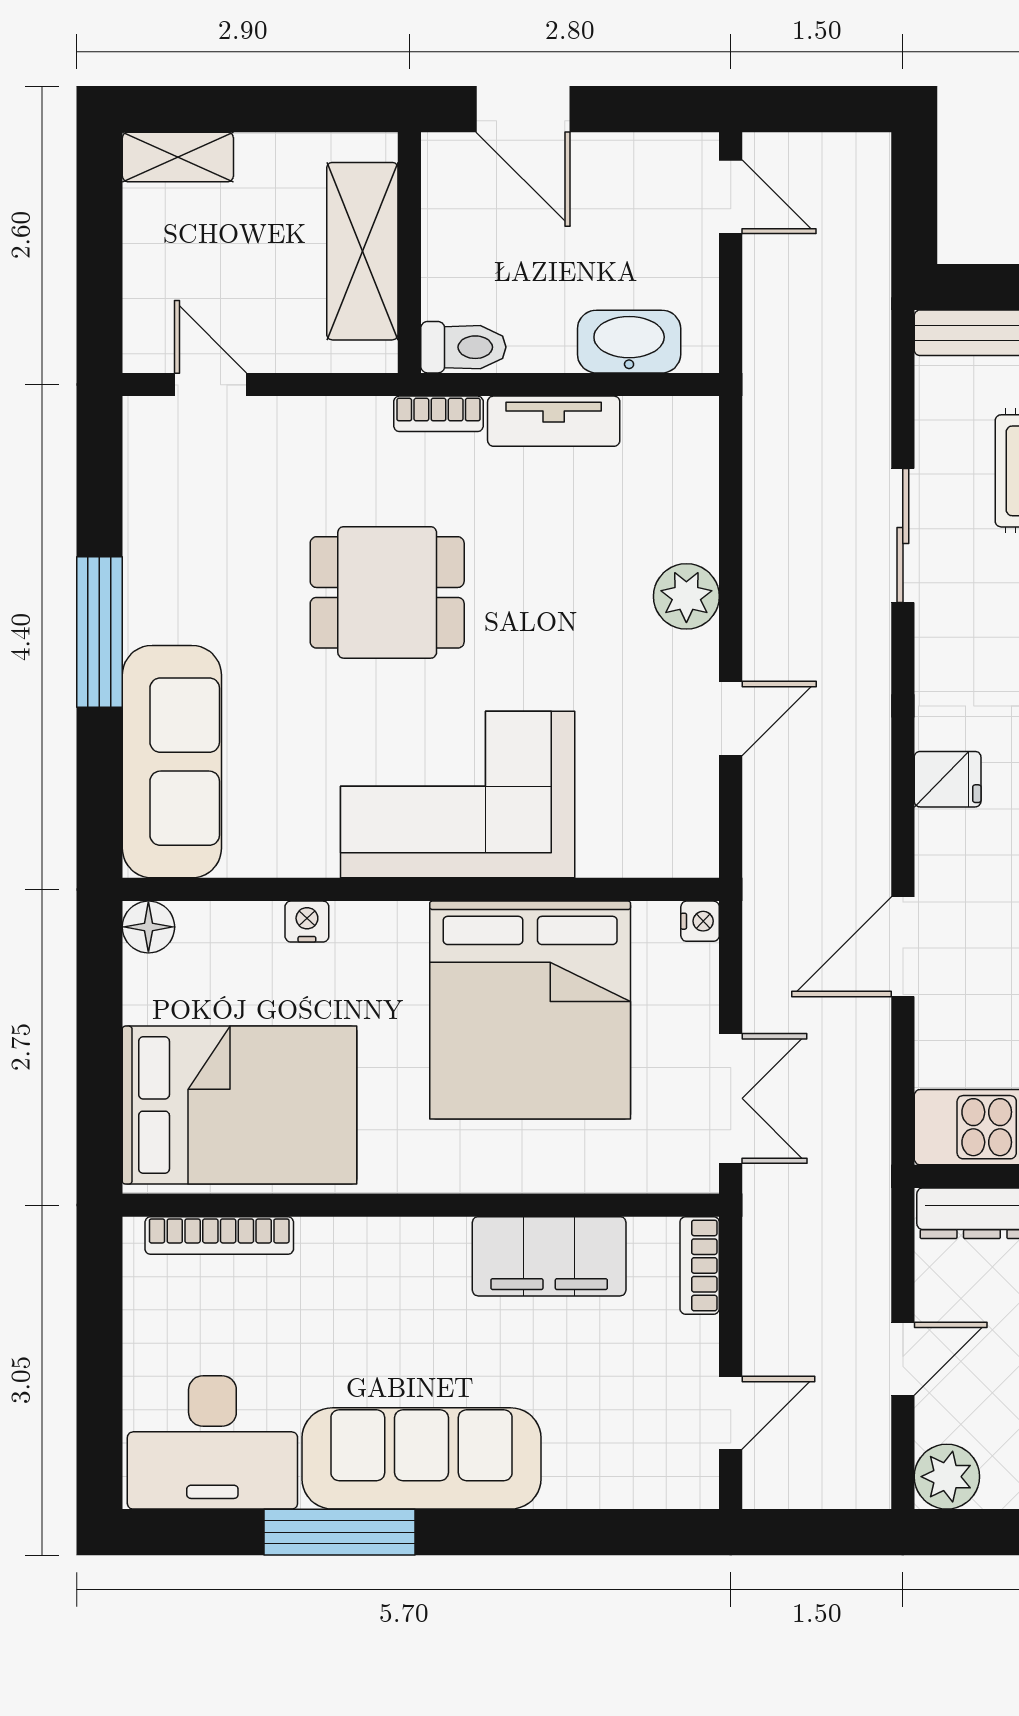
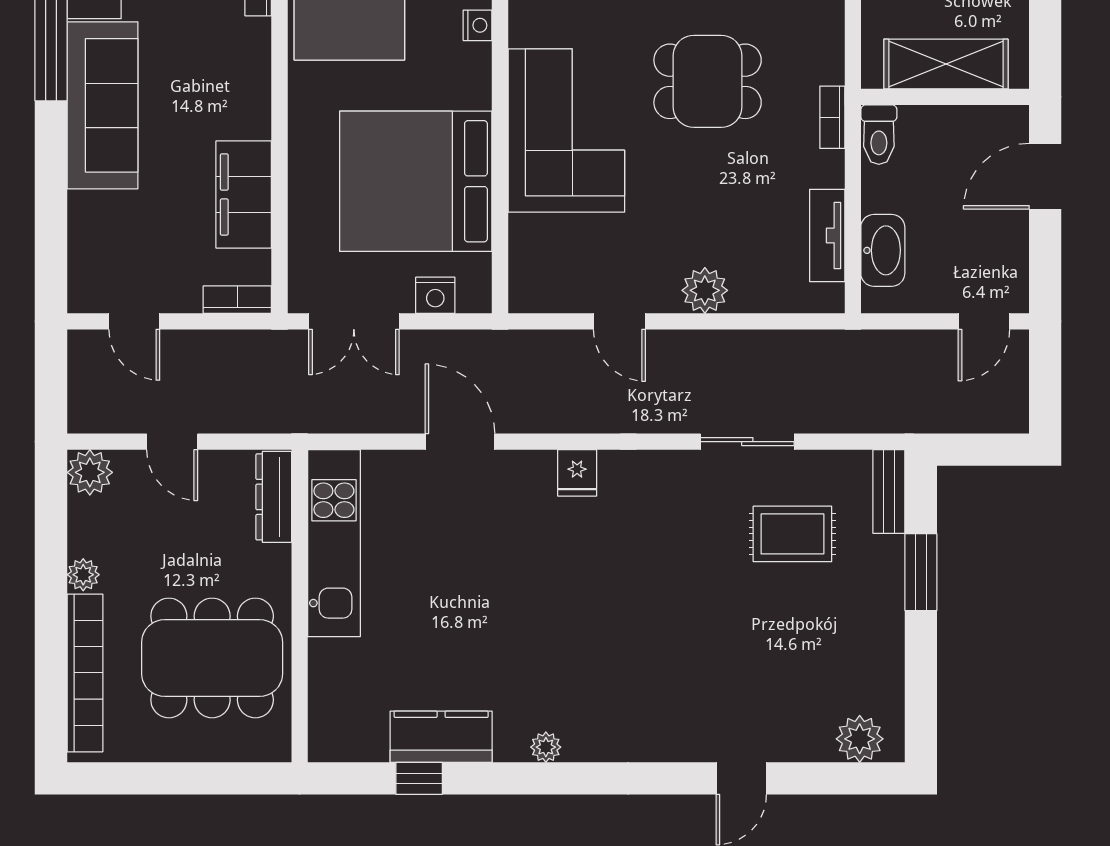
tv unit: (554, 421) -> (827, 235), moved
dining table: (387, 592) -> (708, 81), turned 90
nightstand: (700, 921) -> (435, 295), moved, width x1.39, depth x1.35

